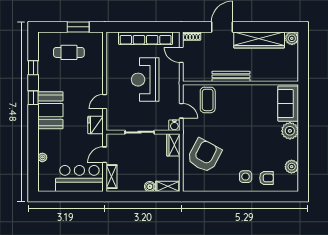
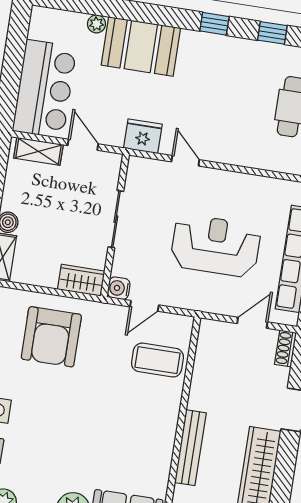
bench: (231, 76) -> (190, 448), moved
booth: (50, 110) -> (141, 47), moved
armchair: (204, 155) -> (51, 337), turned 62

